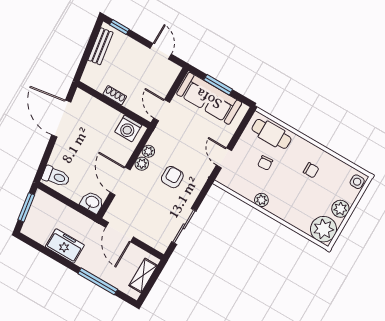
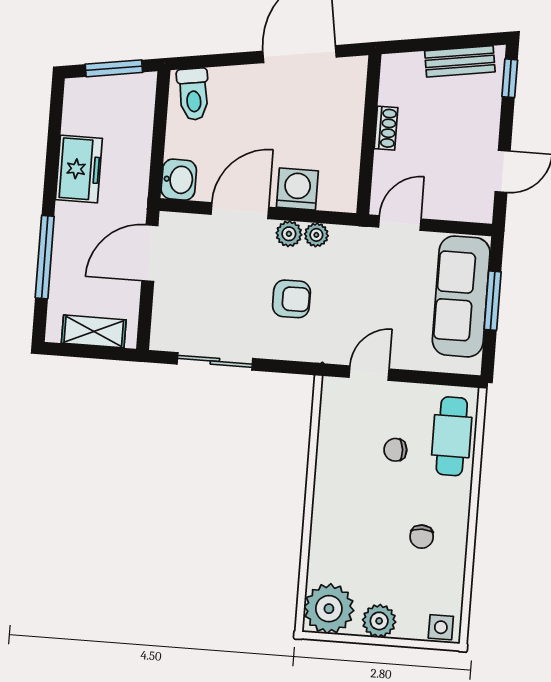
washing machine: (128, 128) -> (297, 189), moved, turned 90
plant: (261, 200) -> (327, 475), removed

